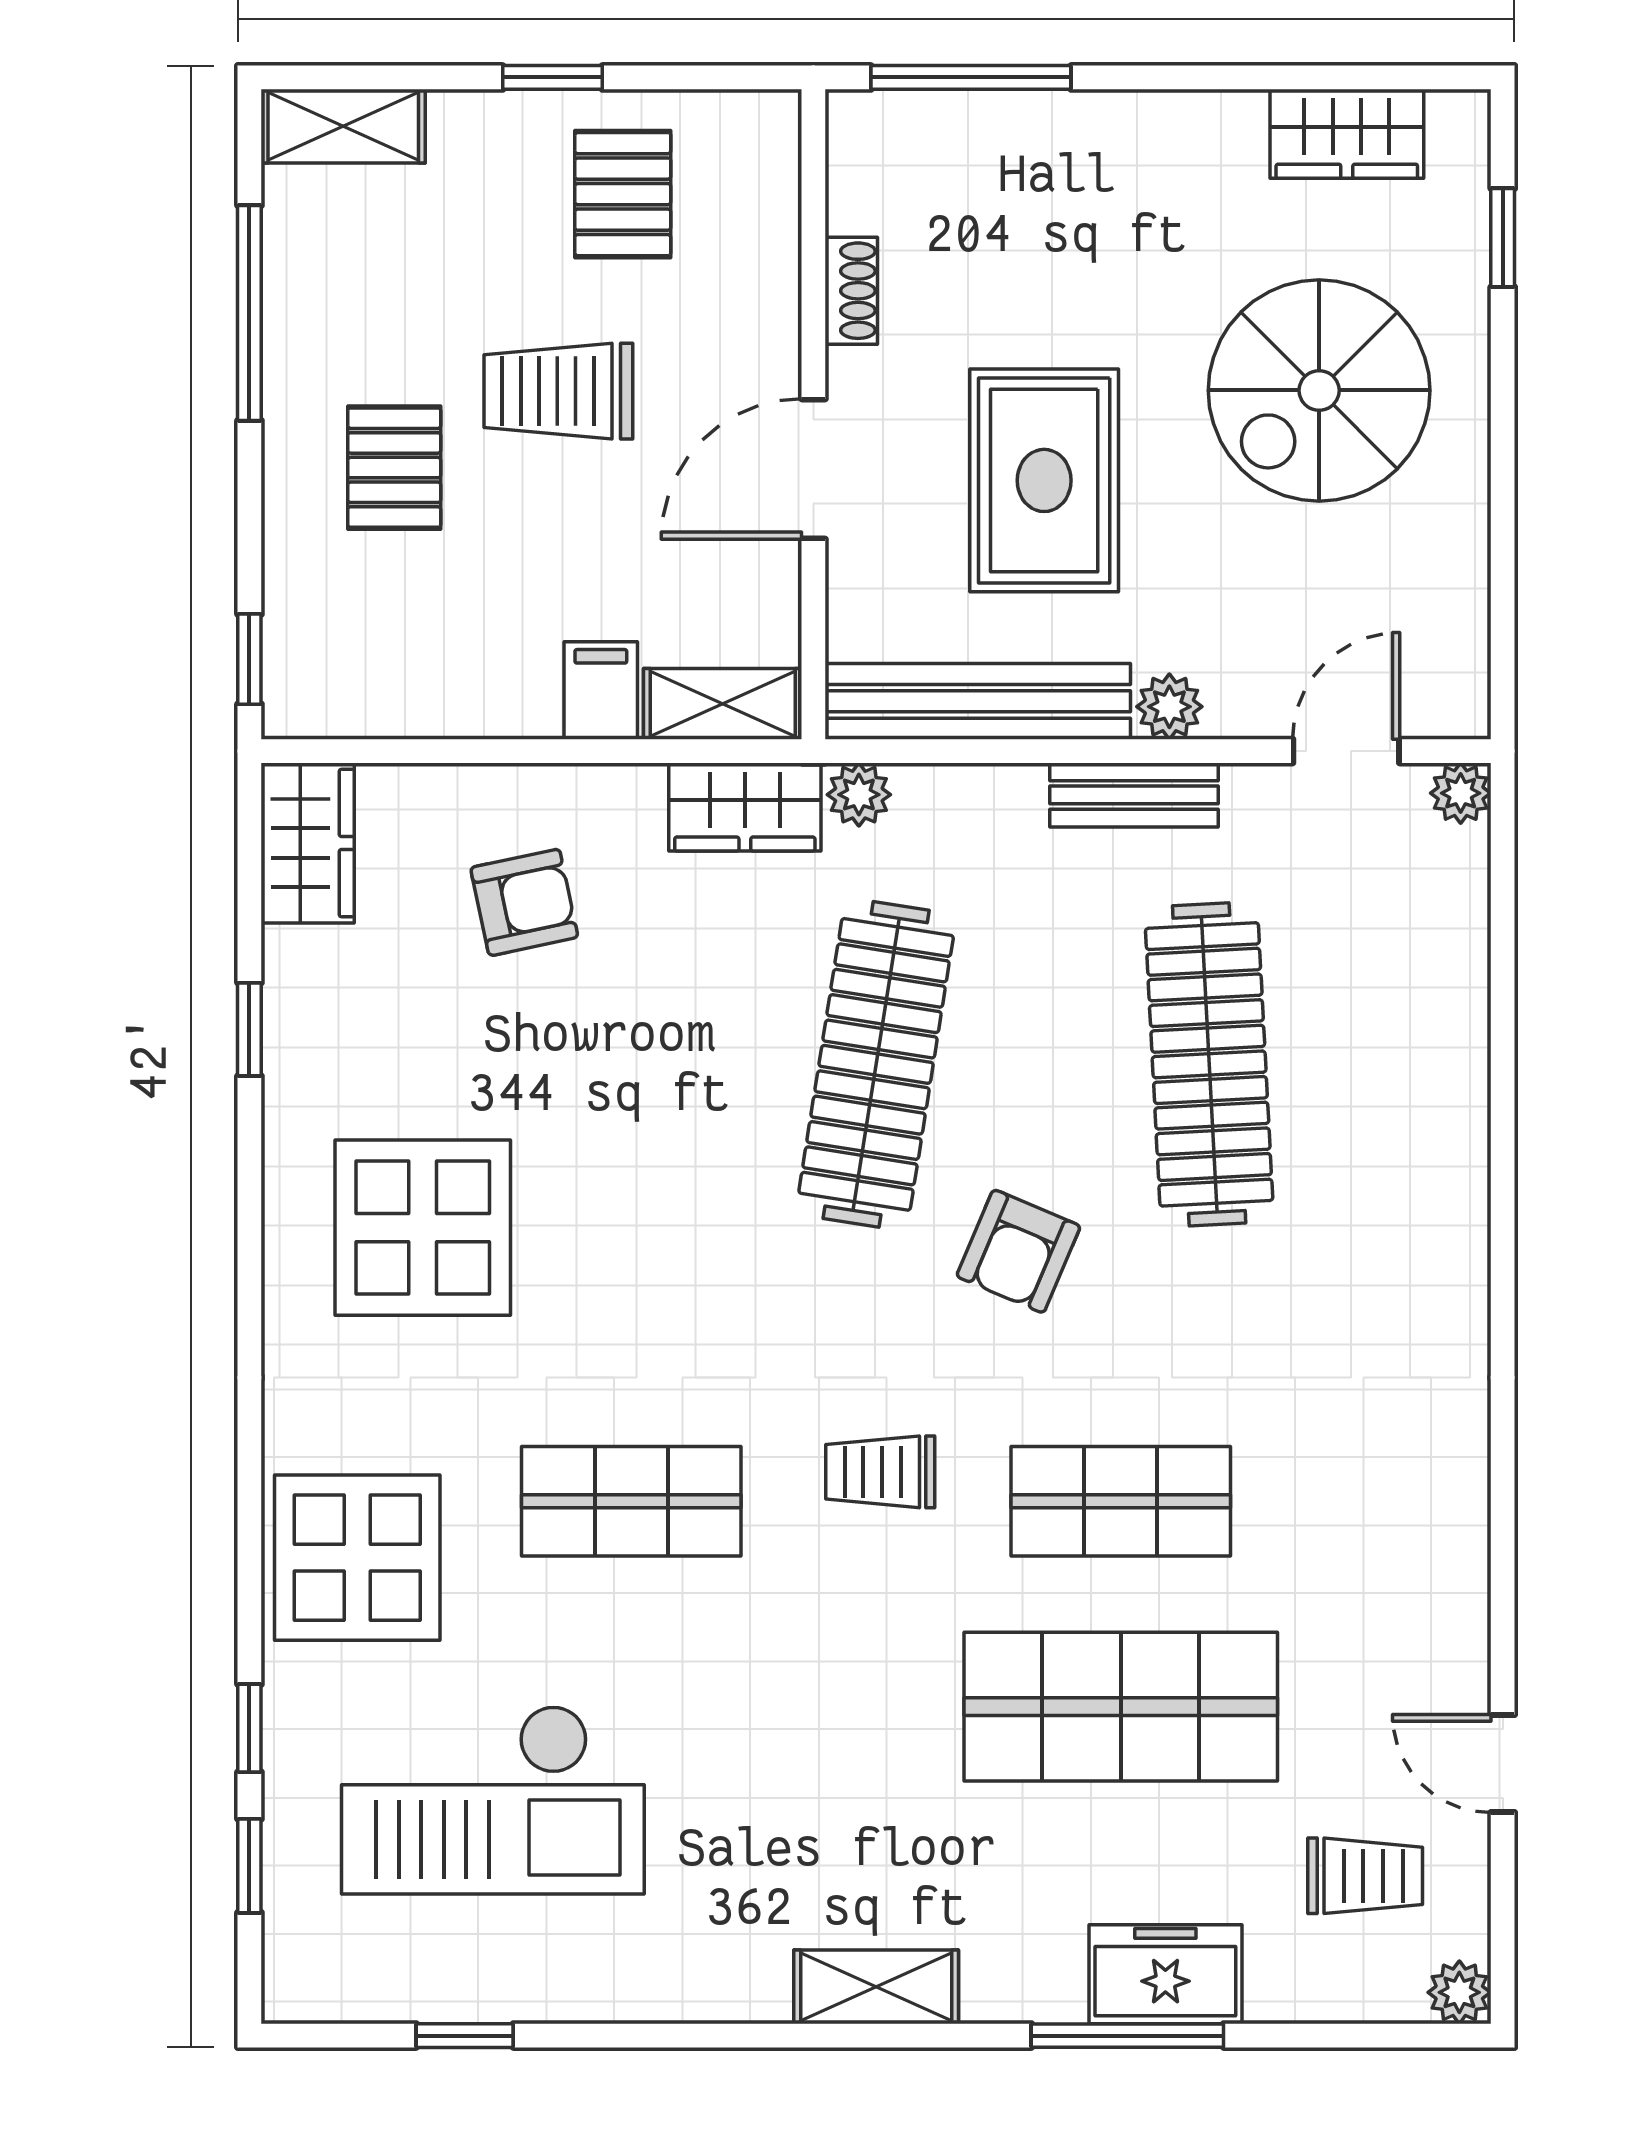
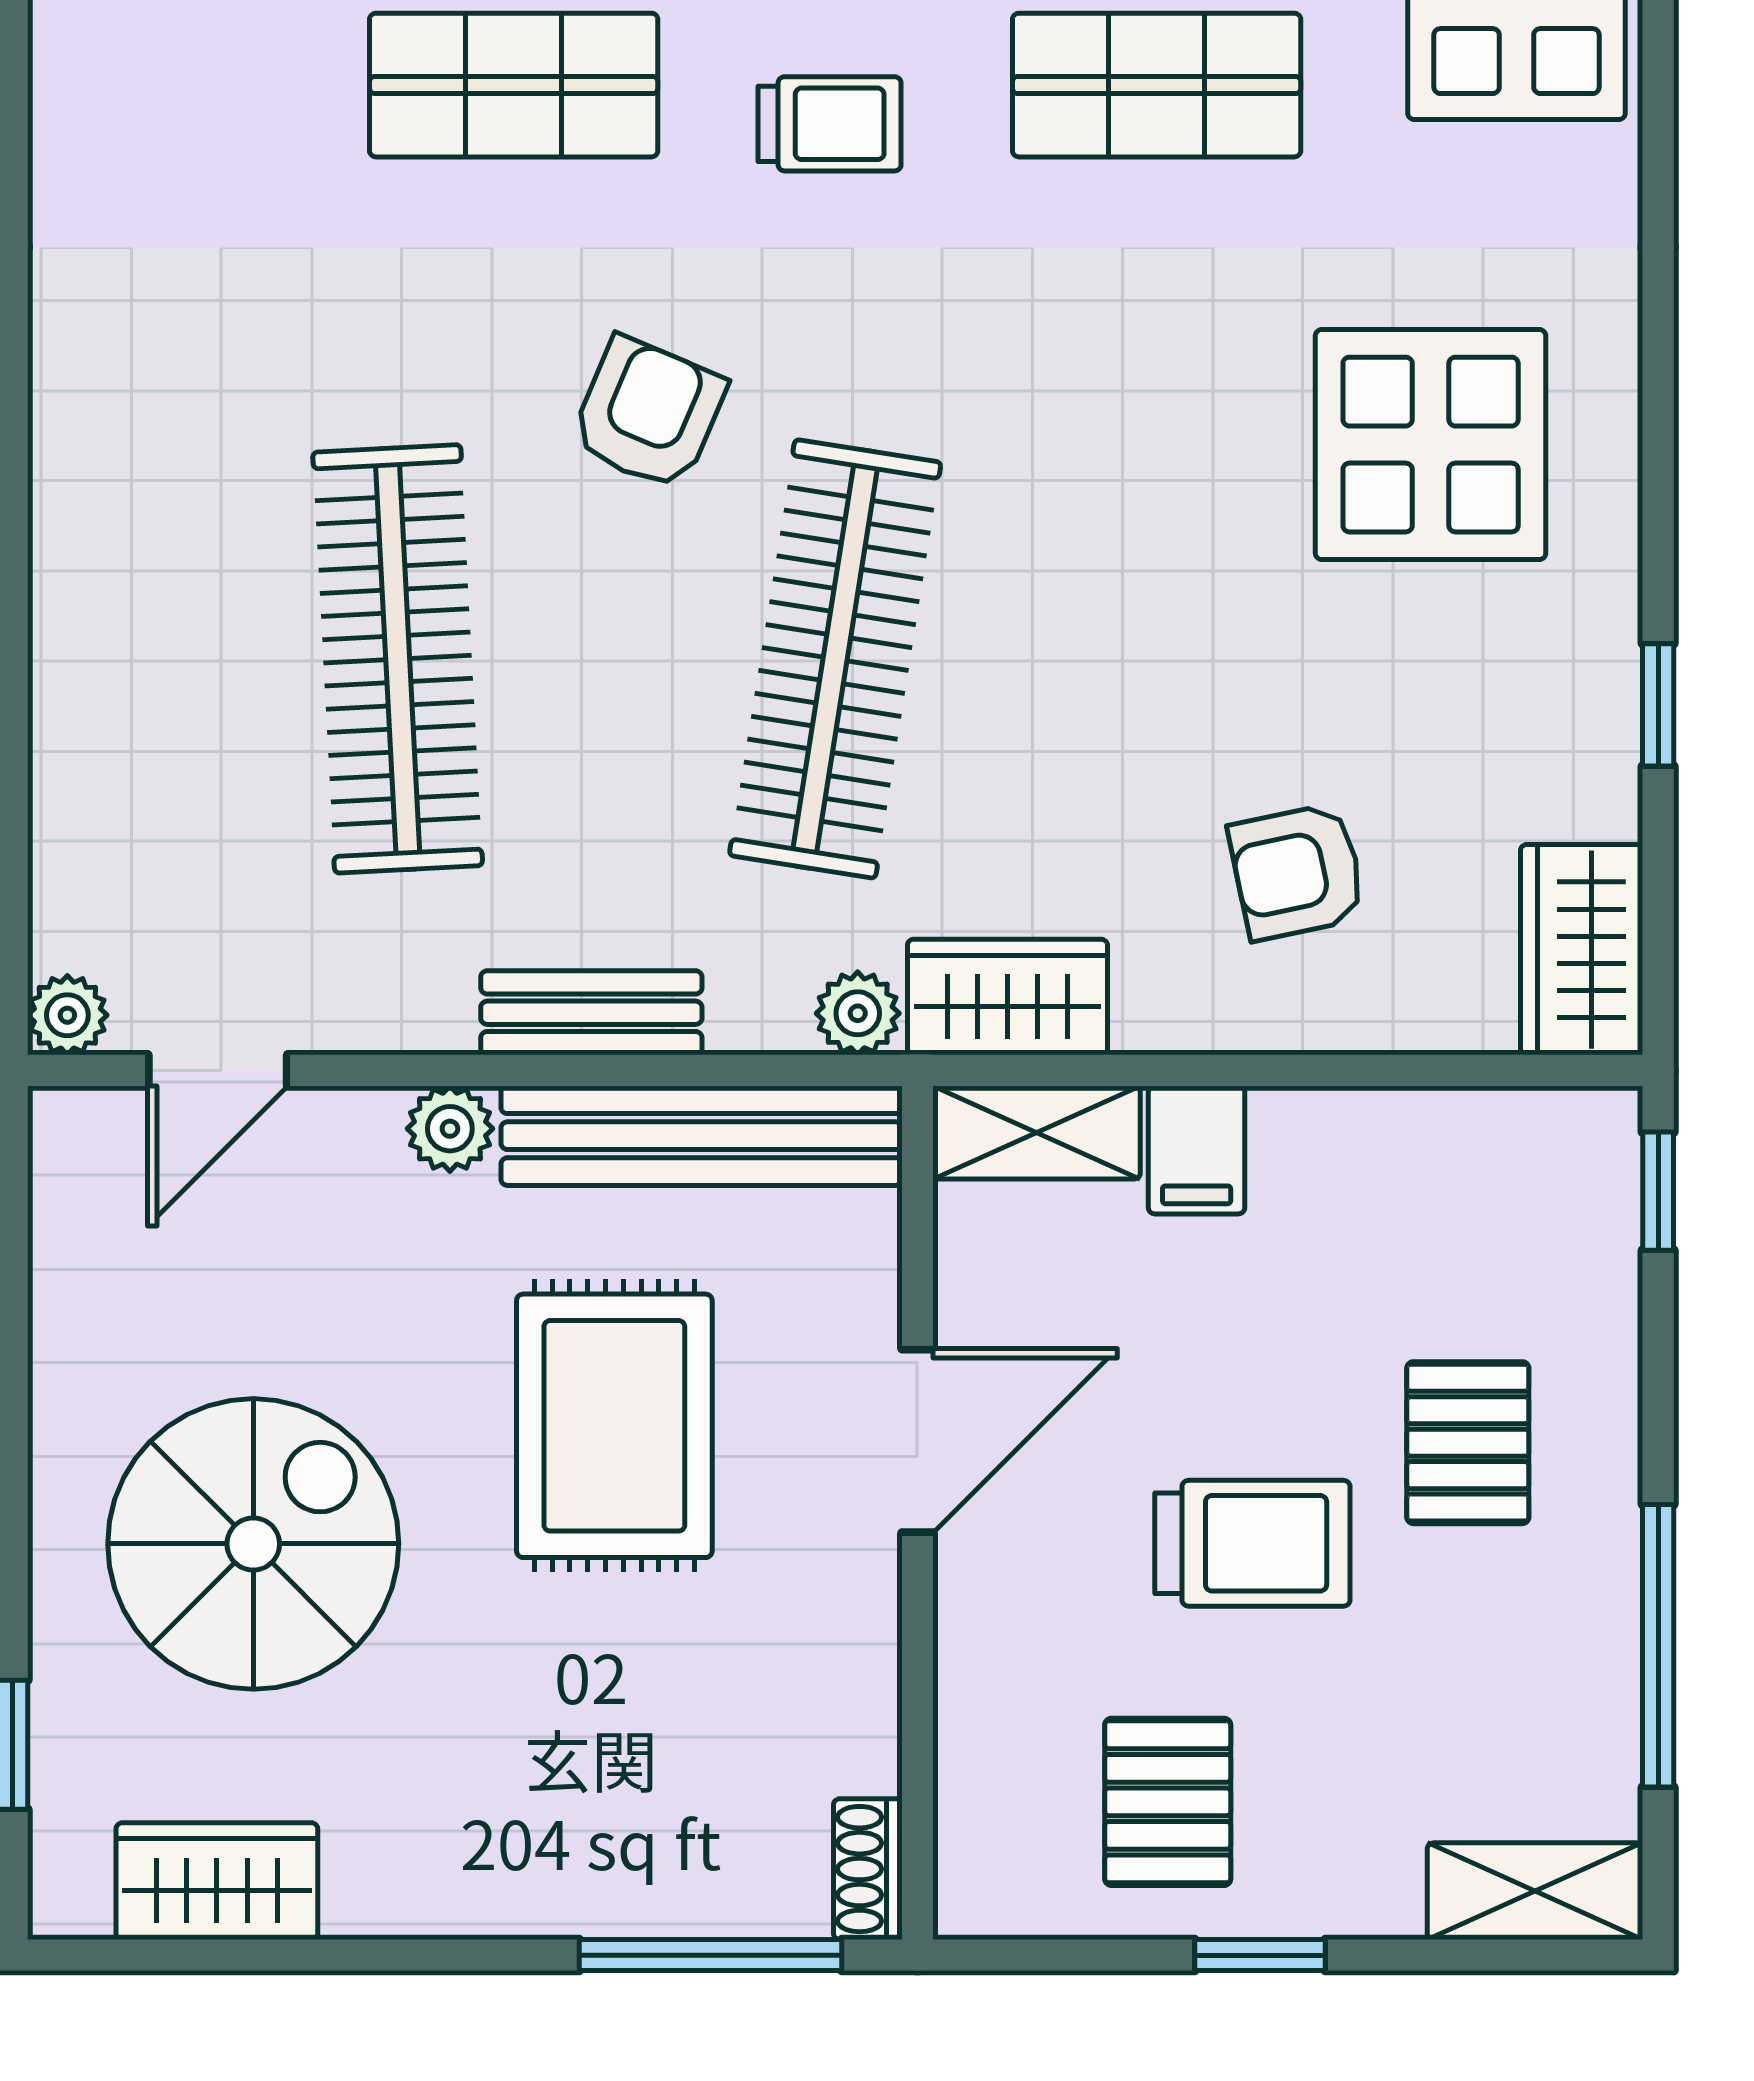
shoe rack: (851, 291) -> (868, 1869), moved
bench: (1134, 795) -> (591, 1013), moved

